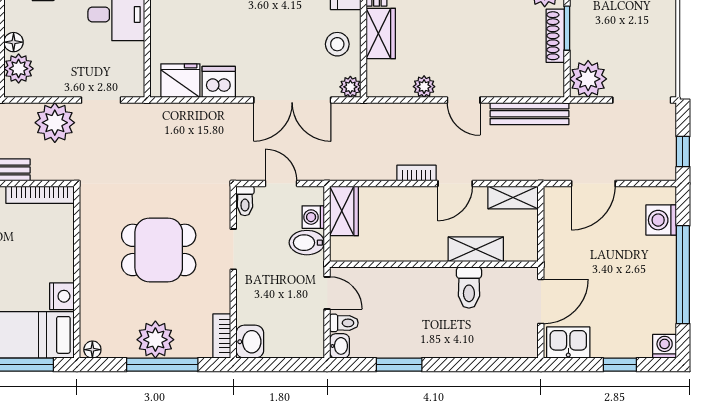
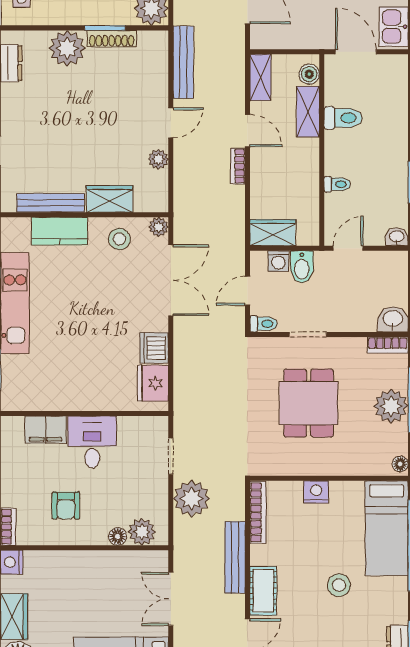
boiler: (517, 251) -> (309, 74), added
nightstand: (62, 296) -> (316, 492), moved
toilet: (344, 323) -> (337, 184), moved, turned 90

